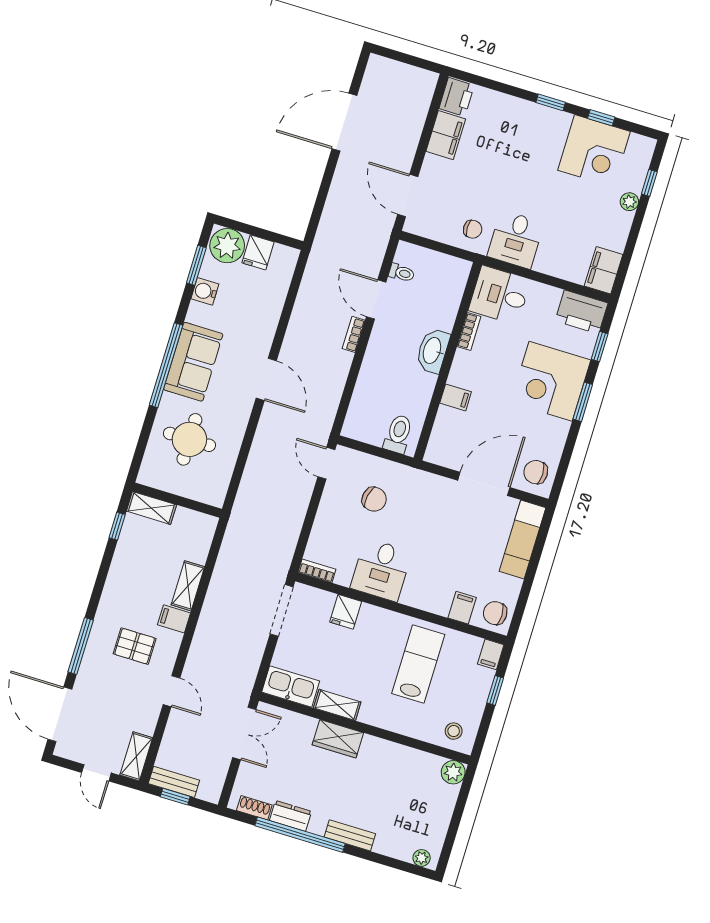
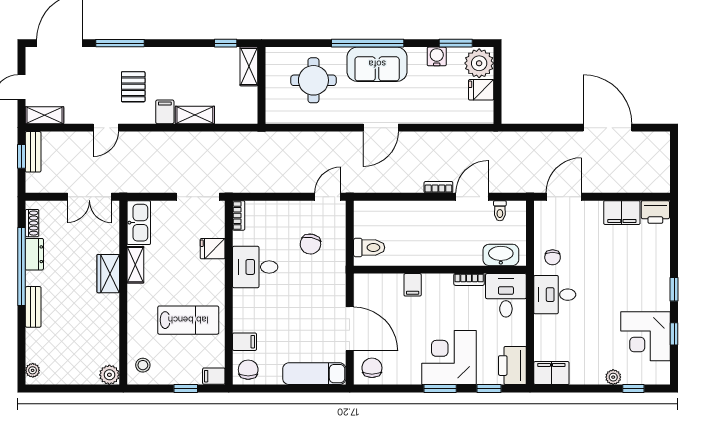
washbasin: (433, 351) -> (501, 255), moved

